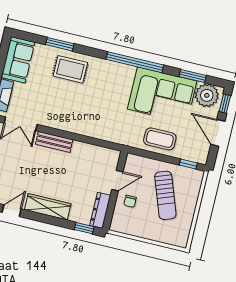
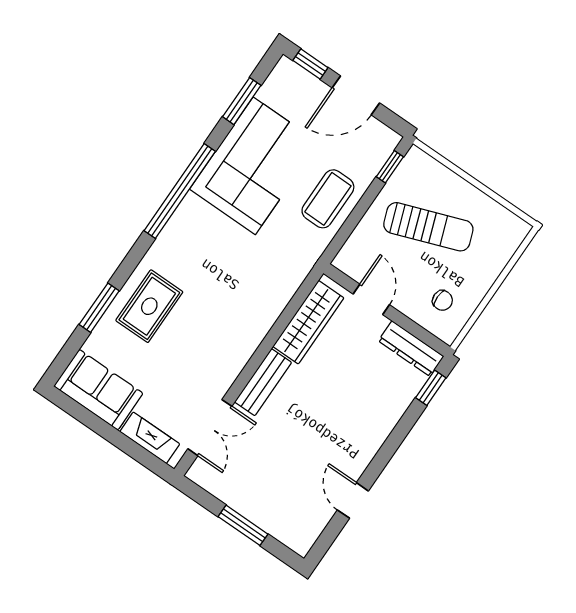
plant: (207, 95) -> (284, 89), removed
chair: (130, 201) -> (442, 300), moved
wardrobe: (48, 207) -> (308, 322), moved, turned 180

